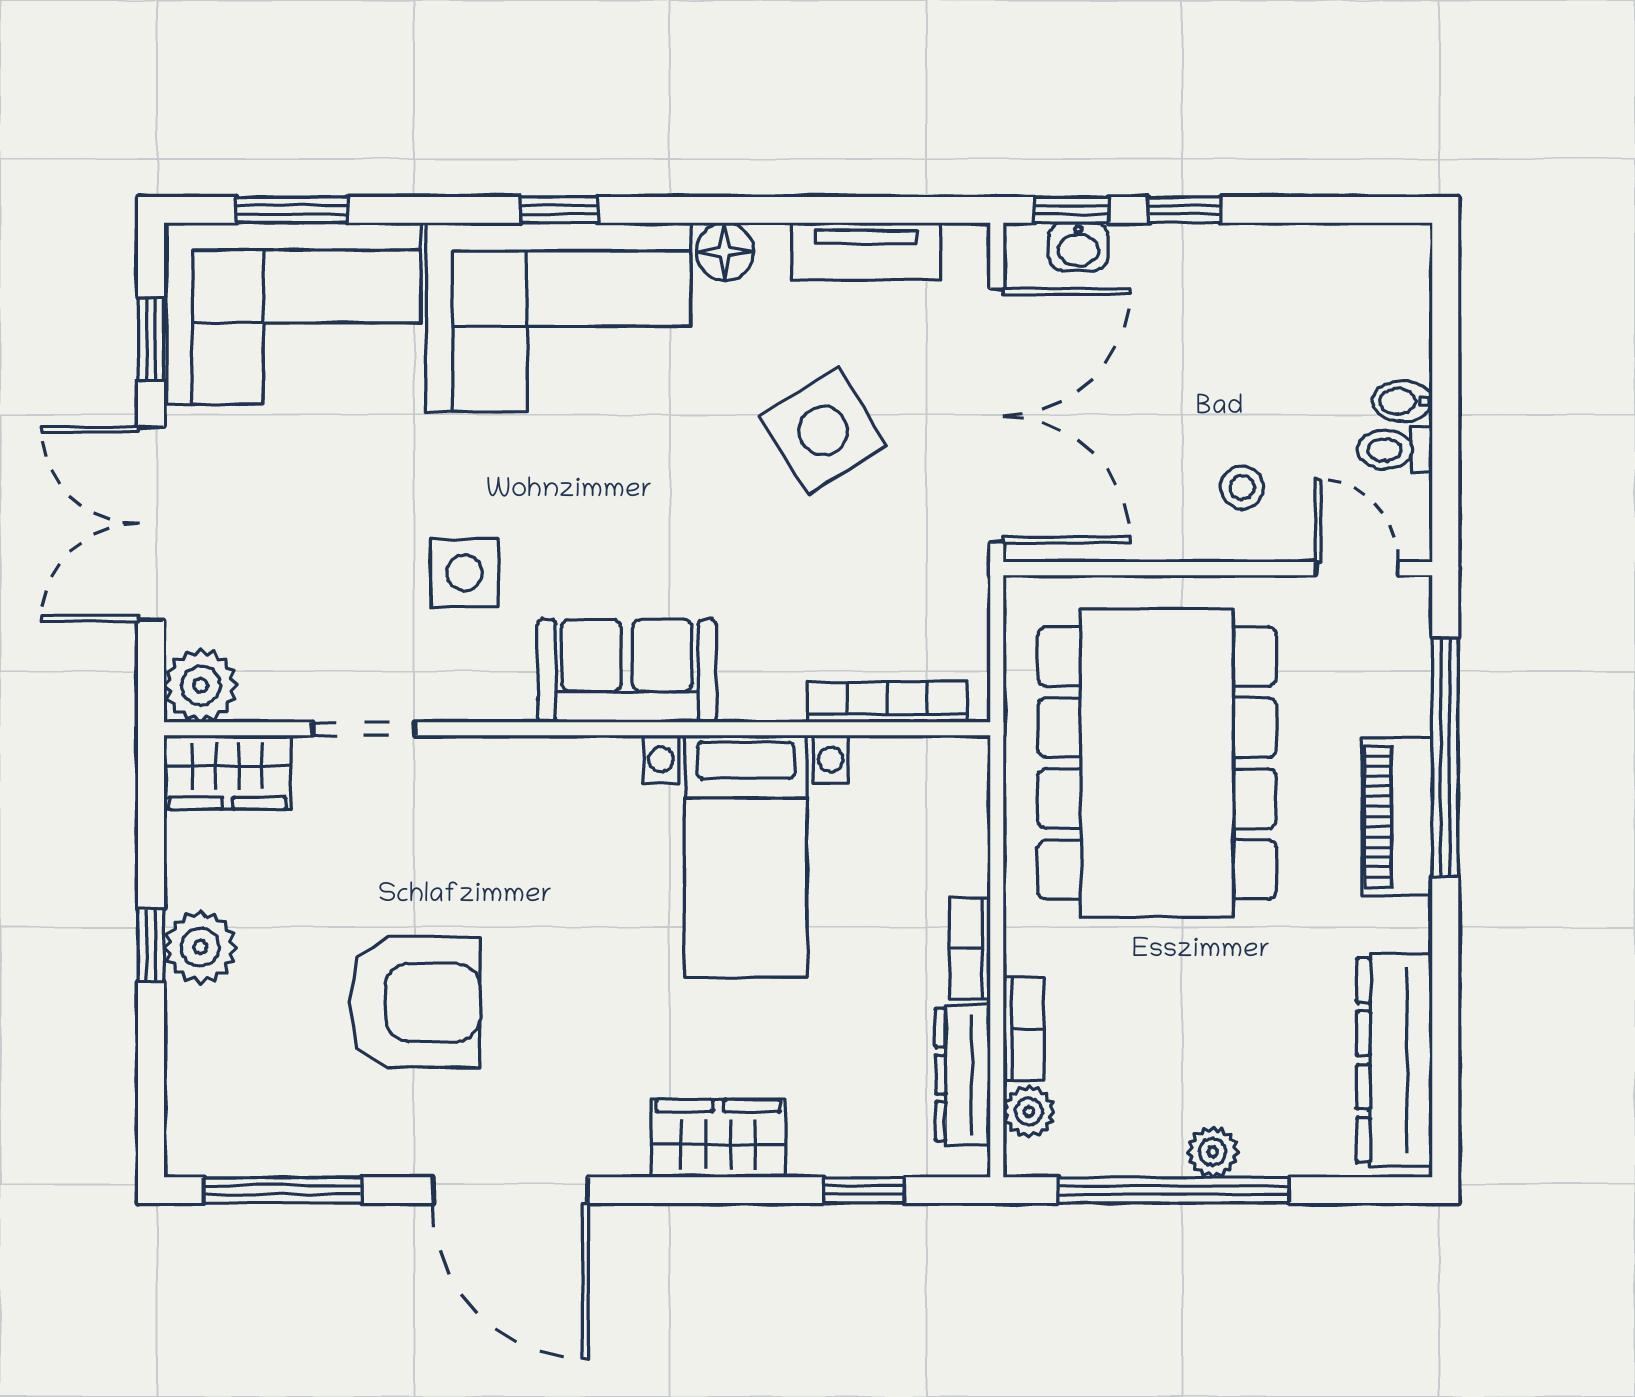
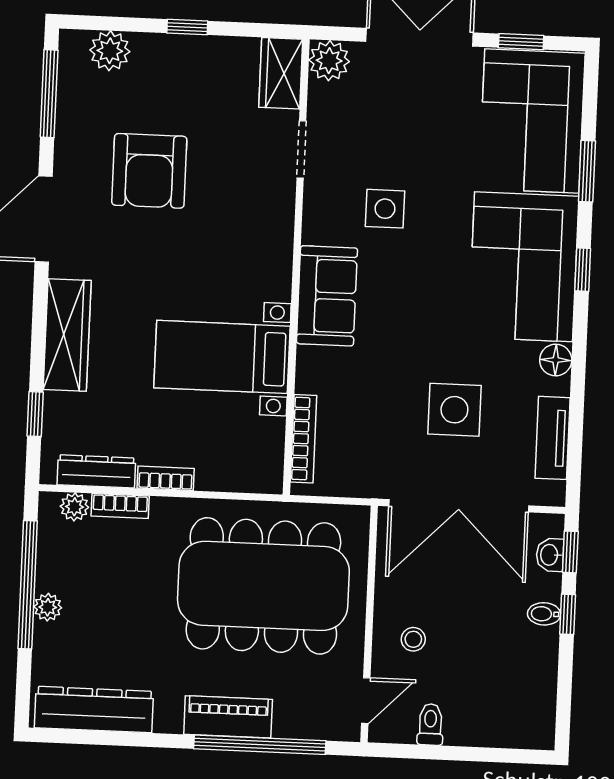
window: (292, 210) -> (587, 171), moved
bidet: (1402, 401) -> (544, 614), moved, turned -90
side table: (823, 431) -> (454, 410), turned 32
plant: (200, 947) -> (110, 51), moved
wardrobe: (718, 1138) -> (67, 335), width x1.50

